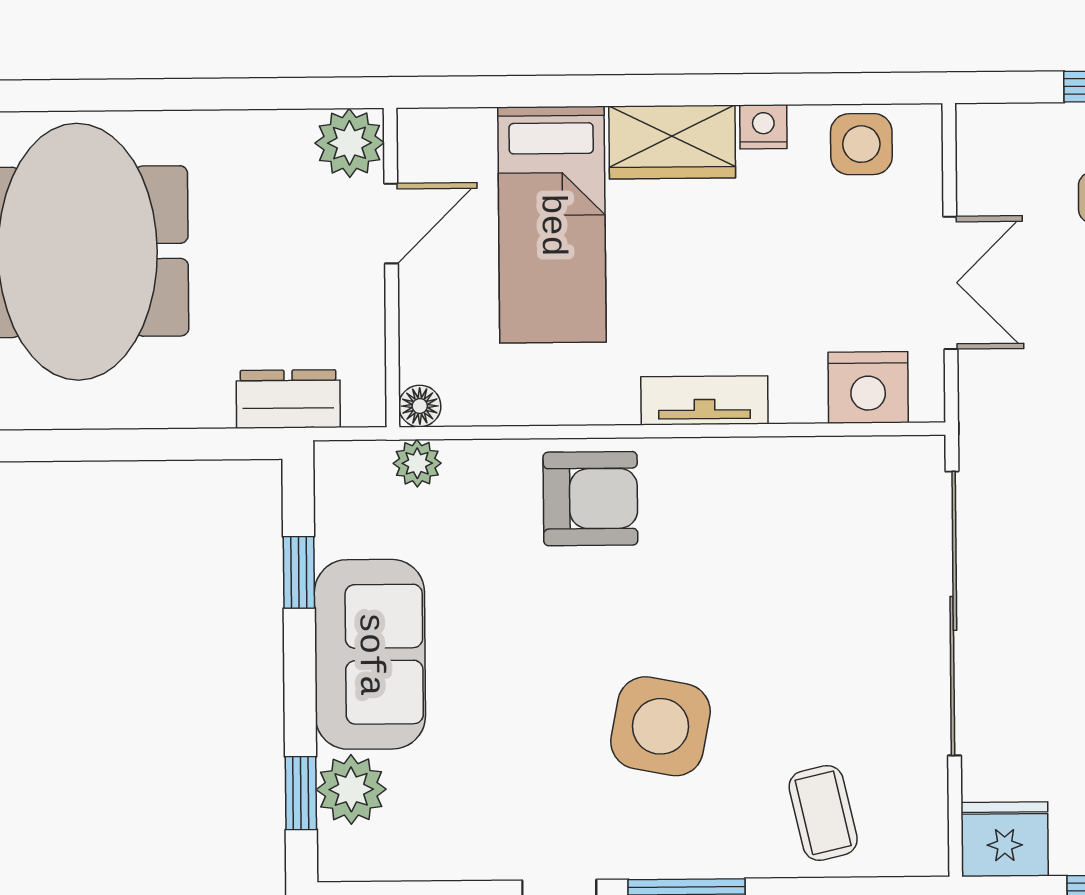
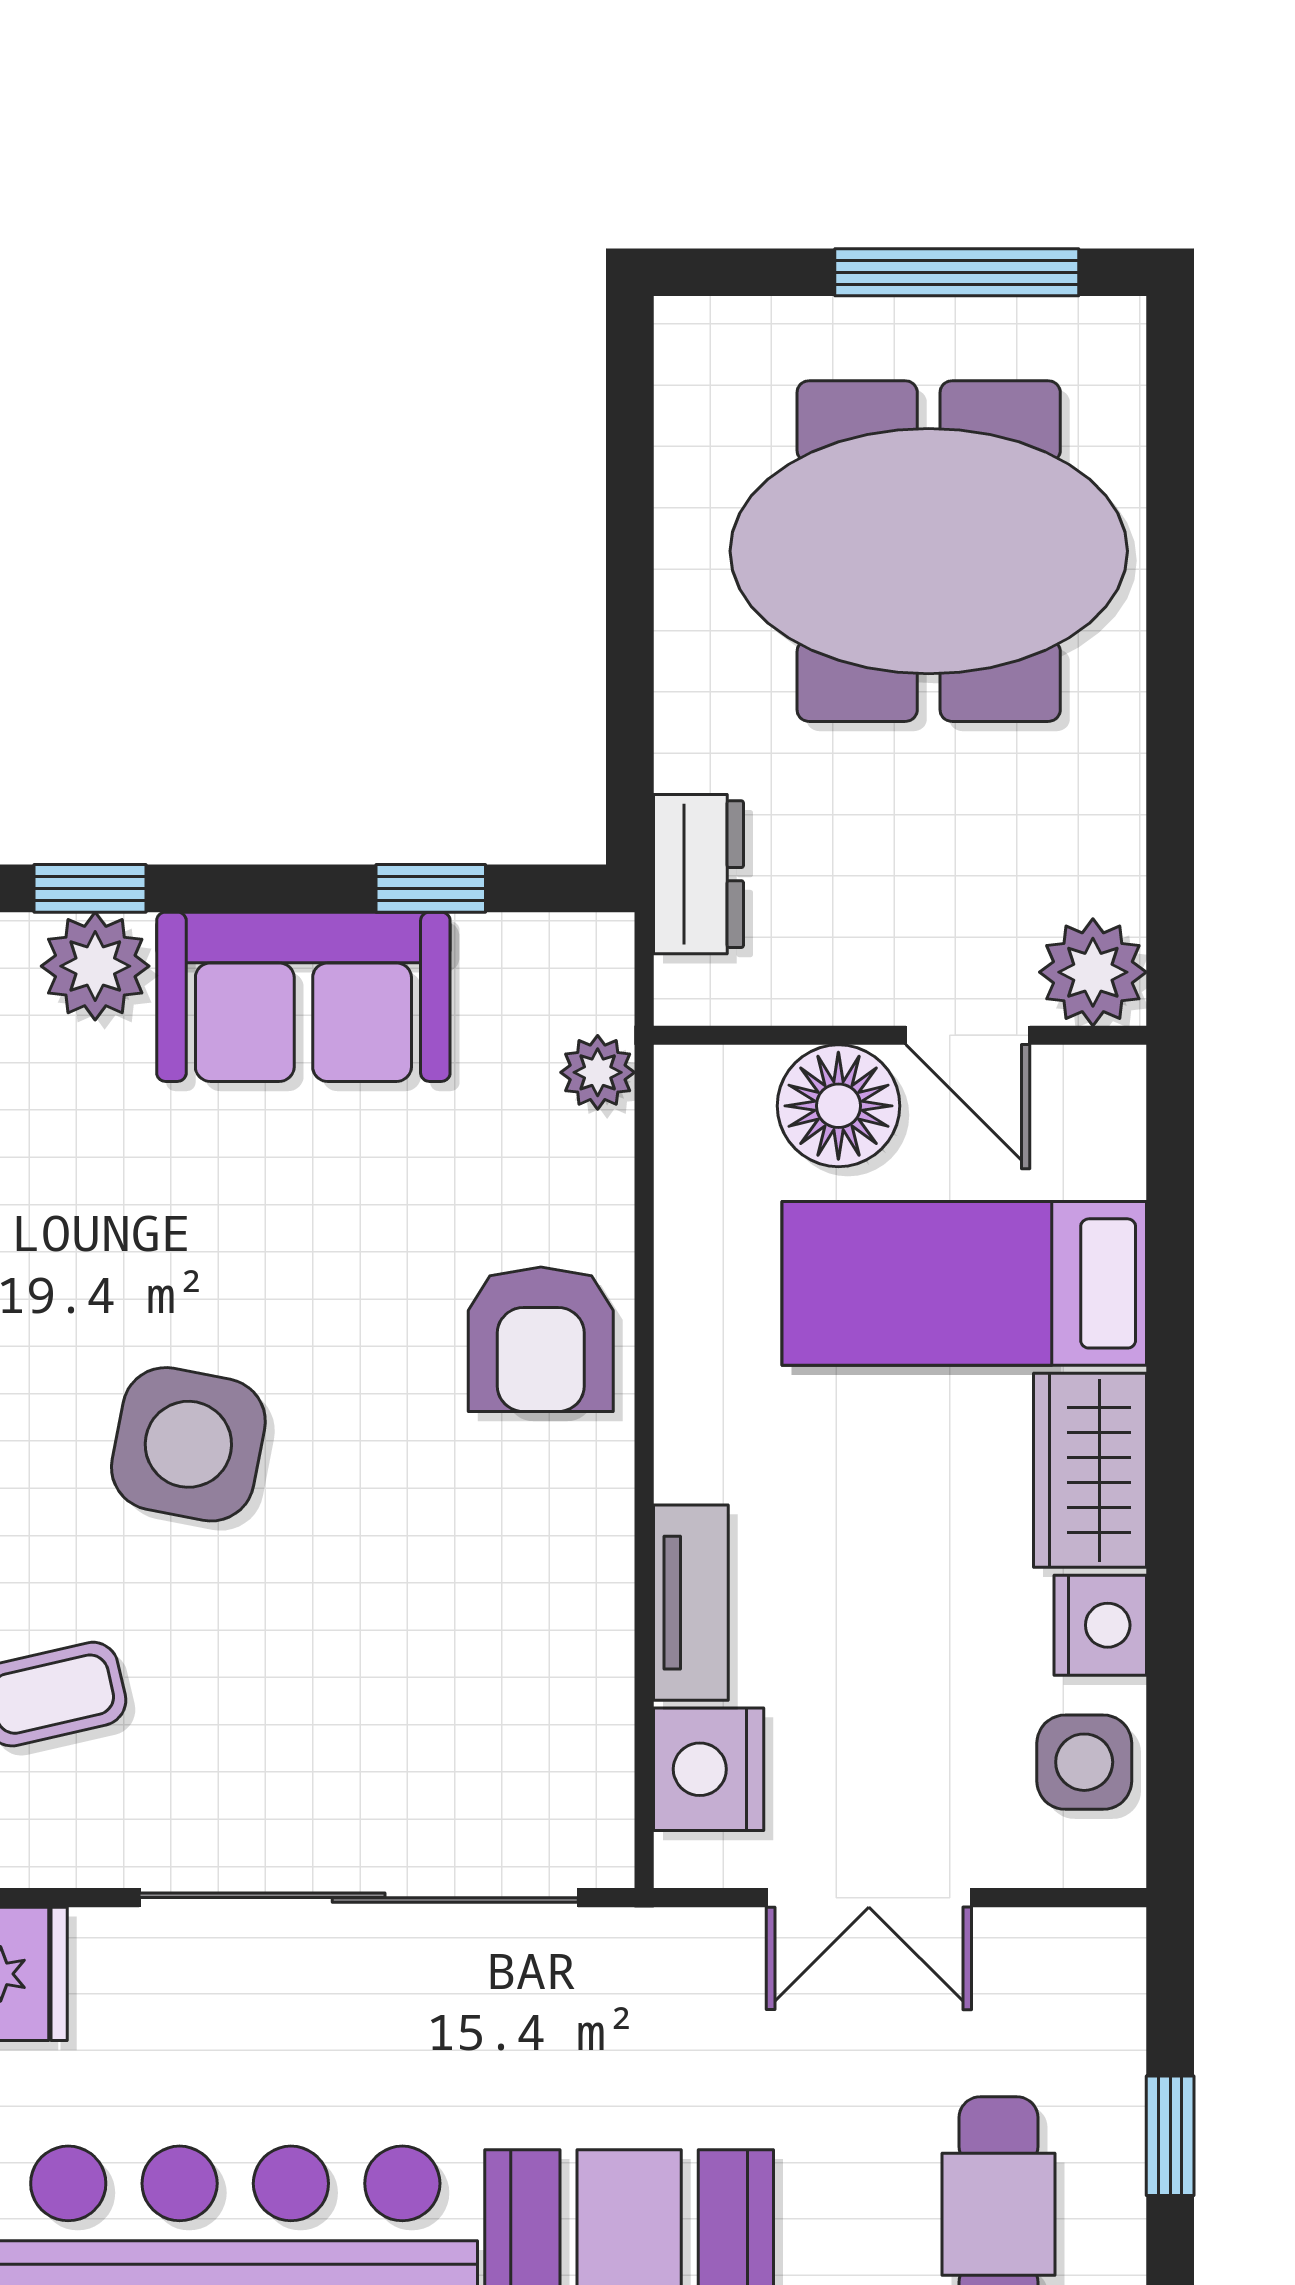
nightstand: (763, 127) -> (1100, 1625), width x1.39, depth x1.35
tv unit: (704, 400) -> (691, 1603), moved
floor lamp: (420, 406) -> (838, 1106), moved, width x1.89, depth x1.89

